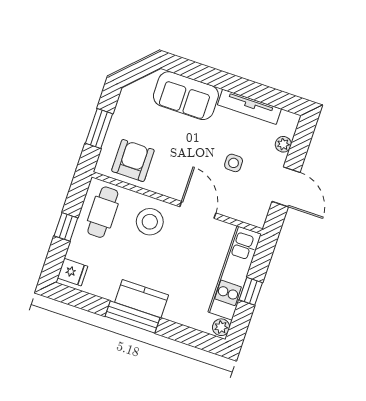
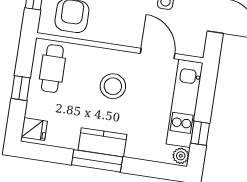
door: (198, 210) -> (158, 54), moved
stool: (150, 222) -> (113, 86), moved
window: (251, 291) -> (200, 133), moved

